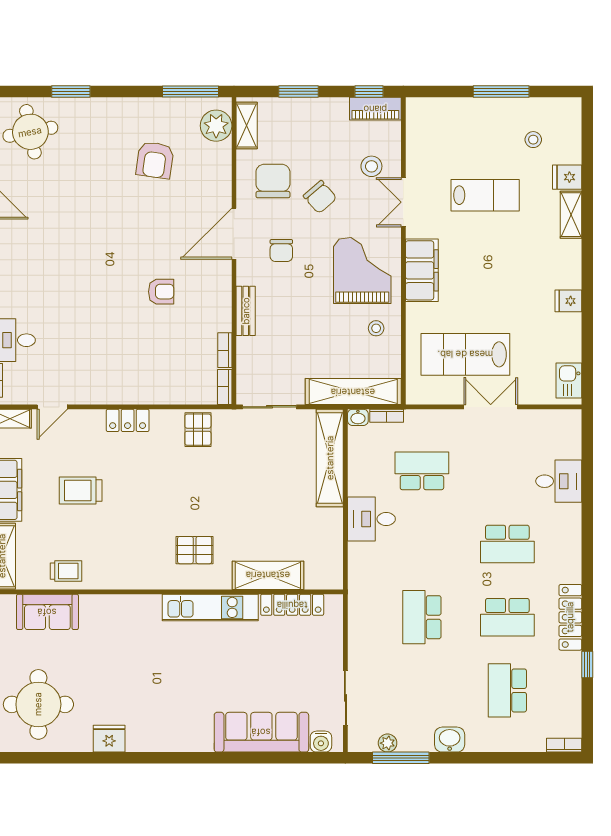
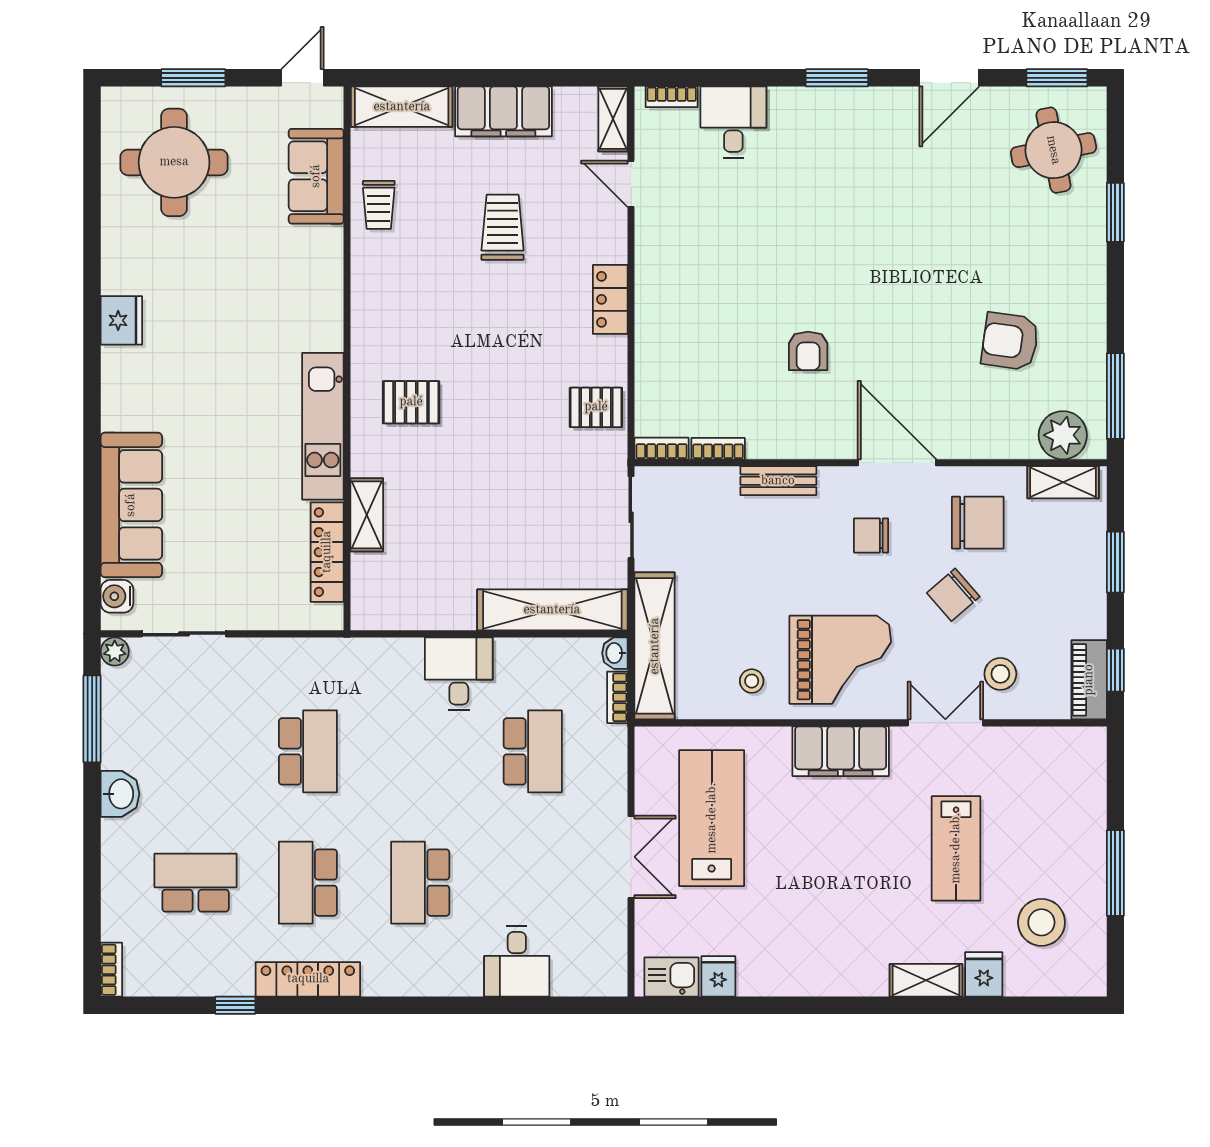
stool: (533, 140) -> (1041, 922), width x1.89, depth x1.89
fridge: (568, 301) -> (718, 976), moved
pallet: (195, 550) -> (411, 402), turned 90
shelving: (268, 575) -> (367, 515), width x0.67, depth x0.75
school desk: (422, 617) -> (308, 751), turned 90
fridge: (109, 739) -> (121, 320), moved
plant: (388, 743) -> (115, 651), moved

